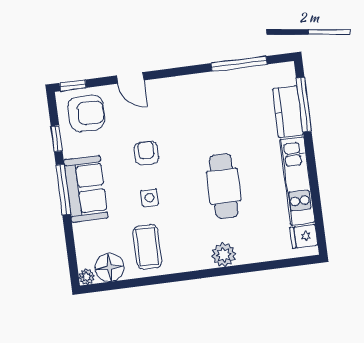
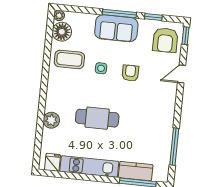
armchair: (146, 153) -> (130, 73), turned -90
plant: (224, 255) -> (51, 120), moved

